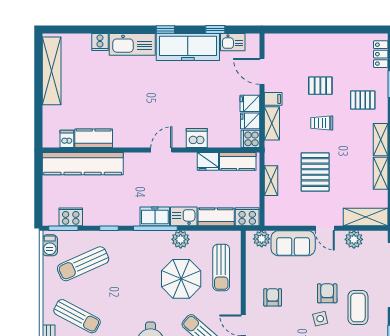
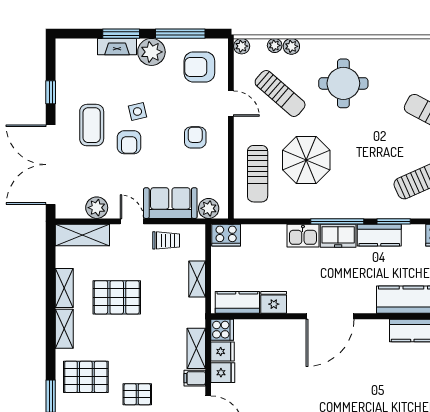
pallet: (363, 100) -> (86, 377), width x1.50, depth x1.42
trolley: (322, 123) -> (166, 240), moved
dishwasher: (197, 138) -> (287, 331), removed
door: (161, 150) -> (330, 316), width x1.87
pallet: (315, 172) -> (117, 297), moved, turned 90
kitchen counter: (216, 217) -> (379, 235), moved
window: (109, 228) -> (394, 221), width x1.50
plant: (181, 239) -> (307, 208), removed
sun lounger: (221, 267) -> (258, 174), turned 180
armchair: (273, 297) -> (195, 137), turned 180

